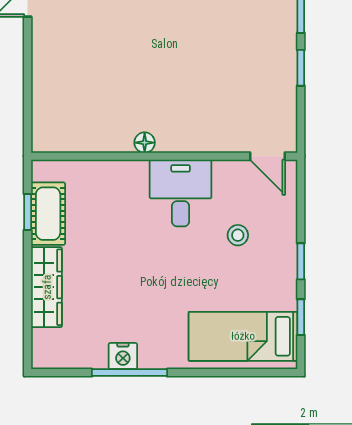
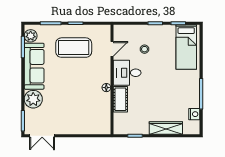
coffee table: (242, 63) -> (74, 48), added
door: (267, 156) -> (112, 49), moved
cot: (48, 214) -> (120, 99), moved, turned 90
nightstand: (123, 356) -> (194, 114), moved

